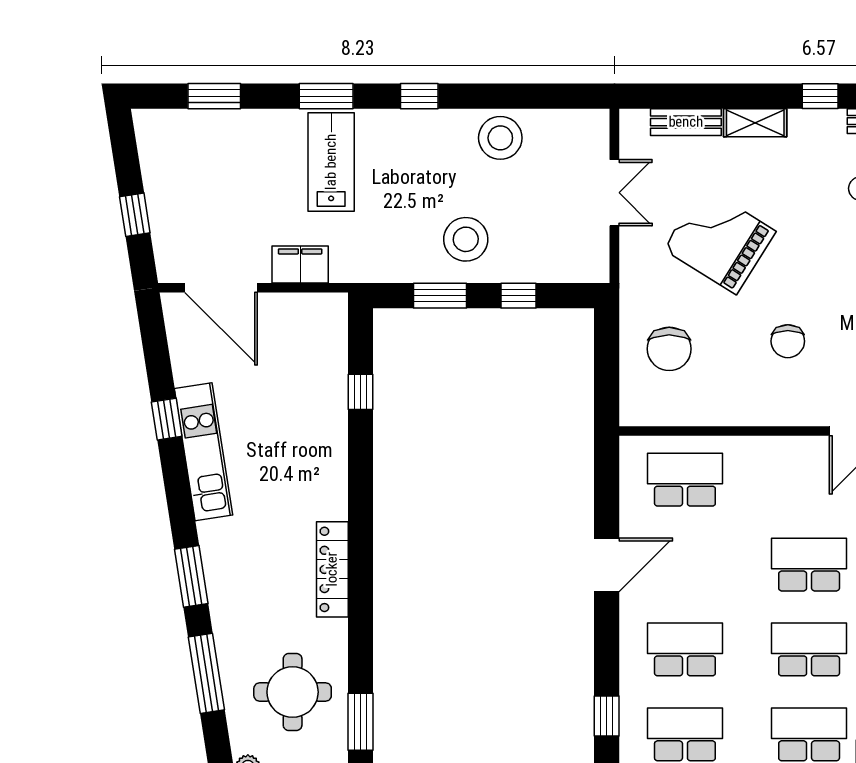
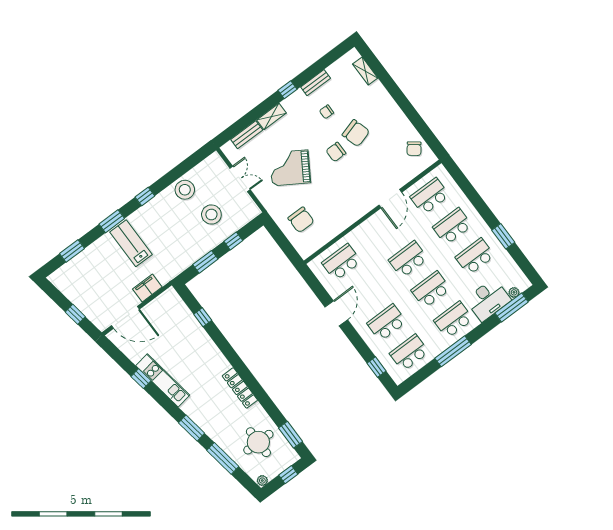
stool: (466, 239) -> (211, 215), moved
chair: (788, 341) -> (336, 152), moved, turned 90

